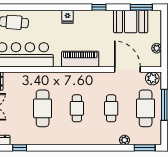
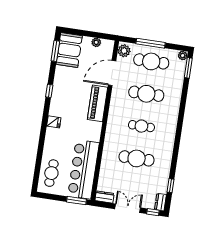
booth: (131, 21) -> (69, 50), moved
piano: (80, 59) -> (97, 103), moved
cafe table: (111, 108) -> (146, 94), width x1.37, depth x1.35
plant: (125, 140) -> (183, 56), moved

